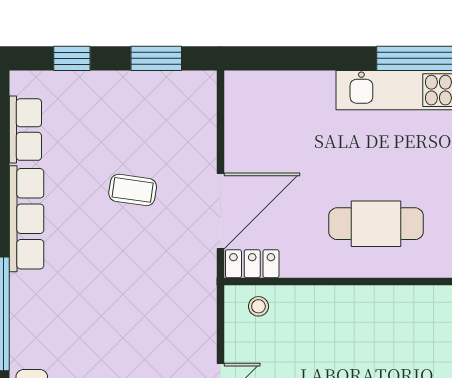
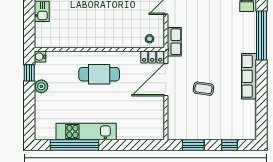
row of seats: (25, 130) -> (174, 42), moved, turned 180

